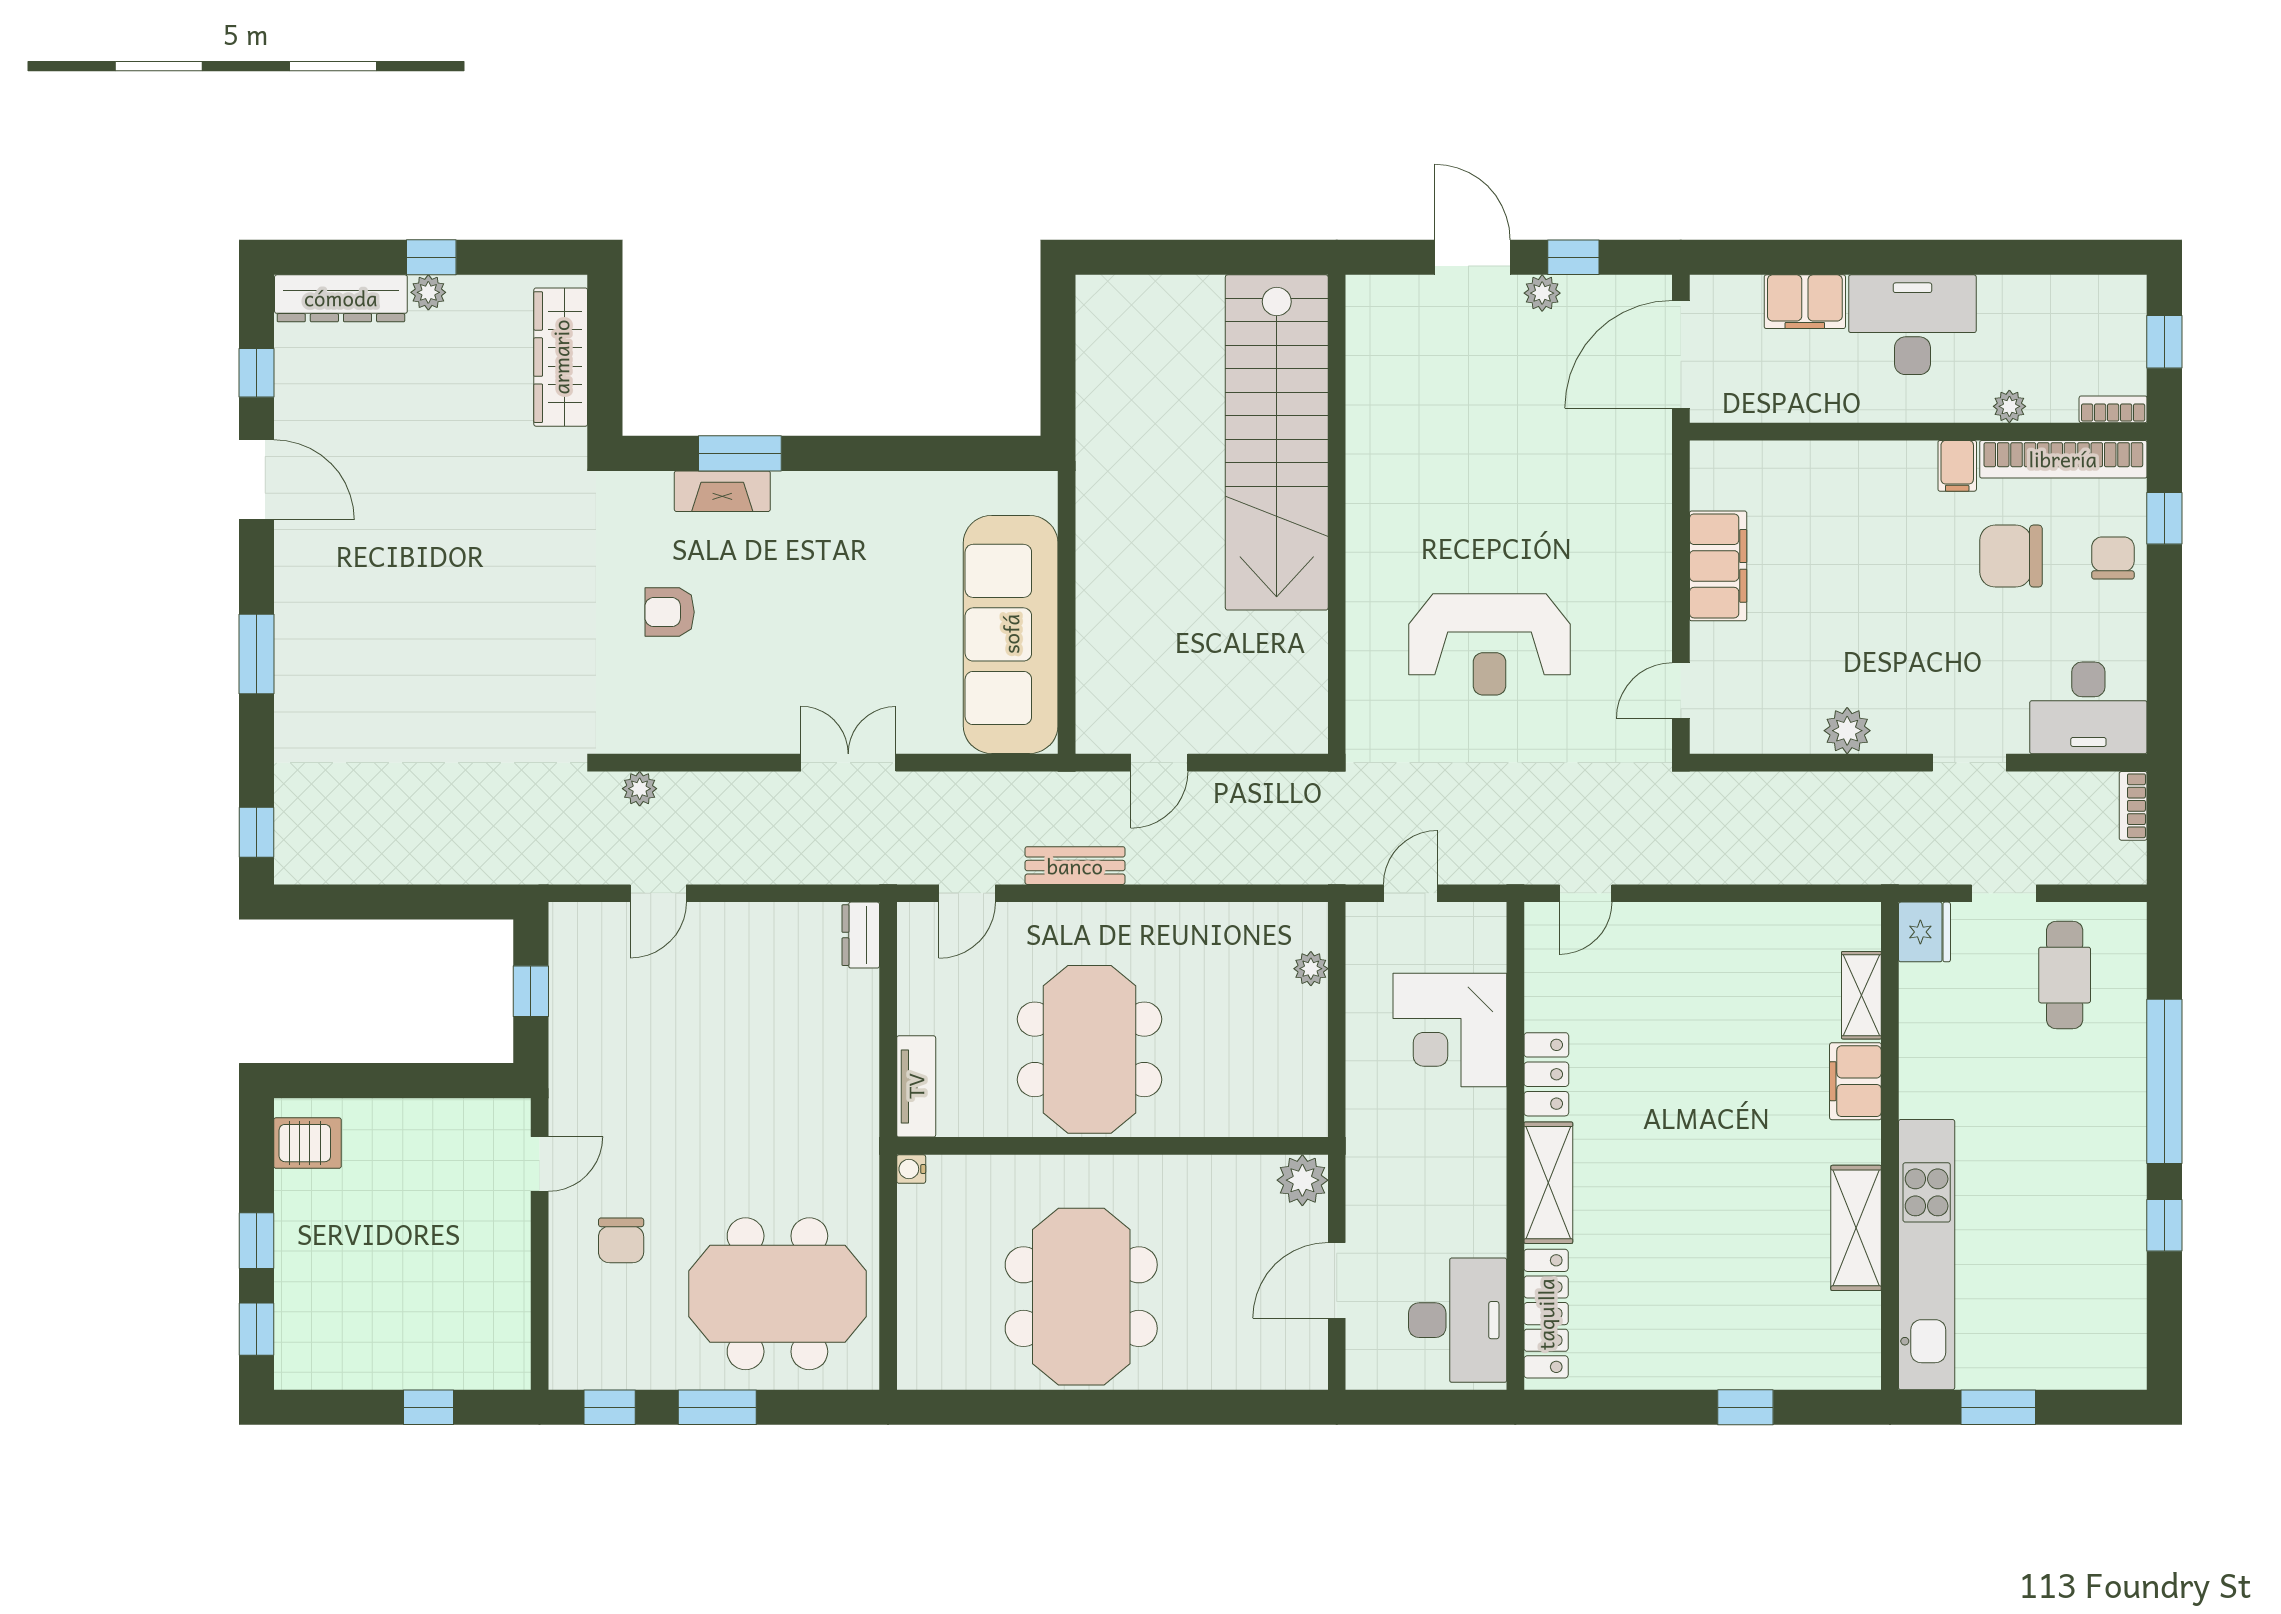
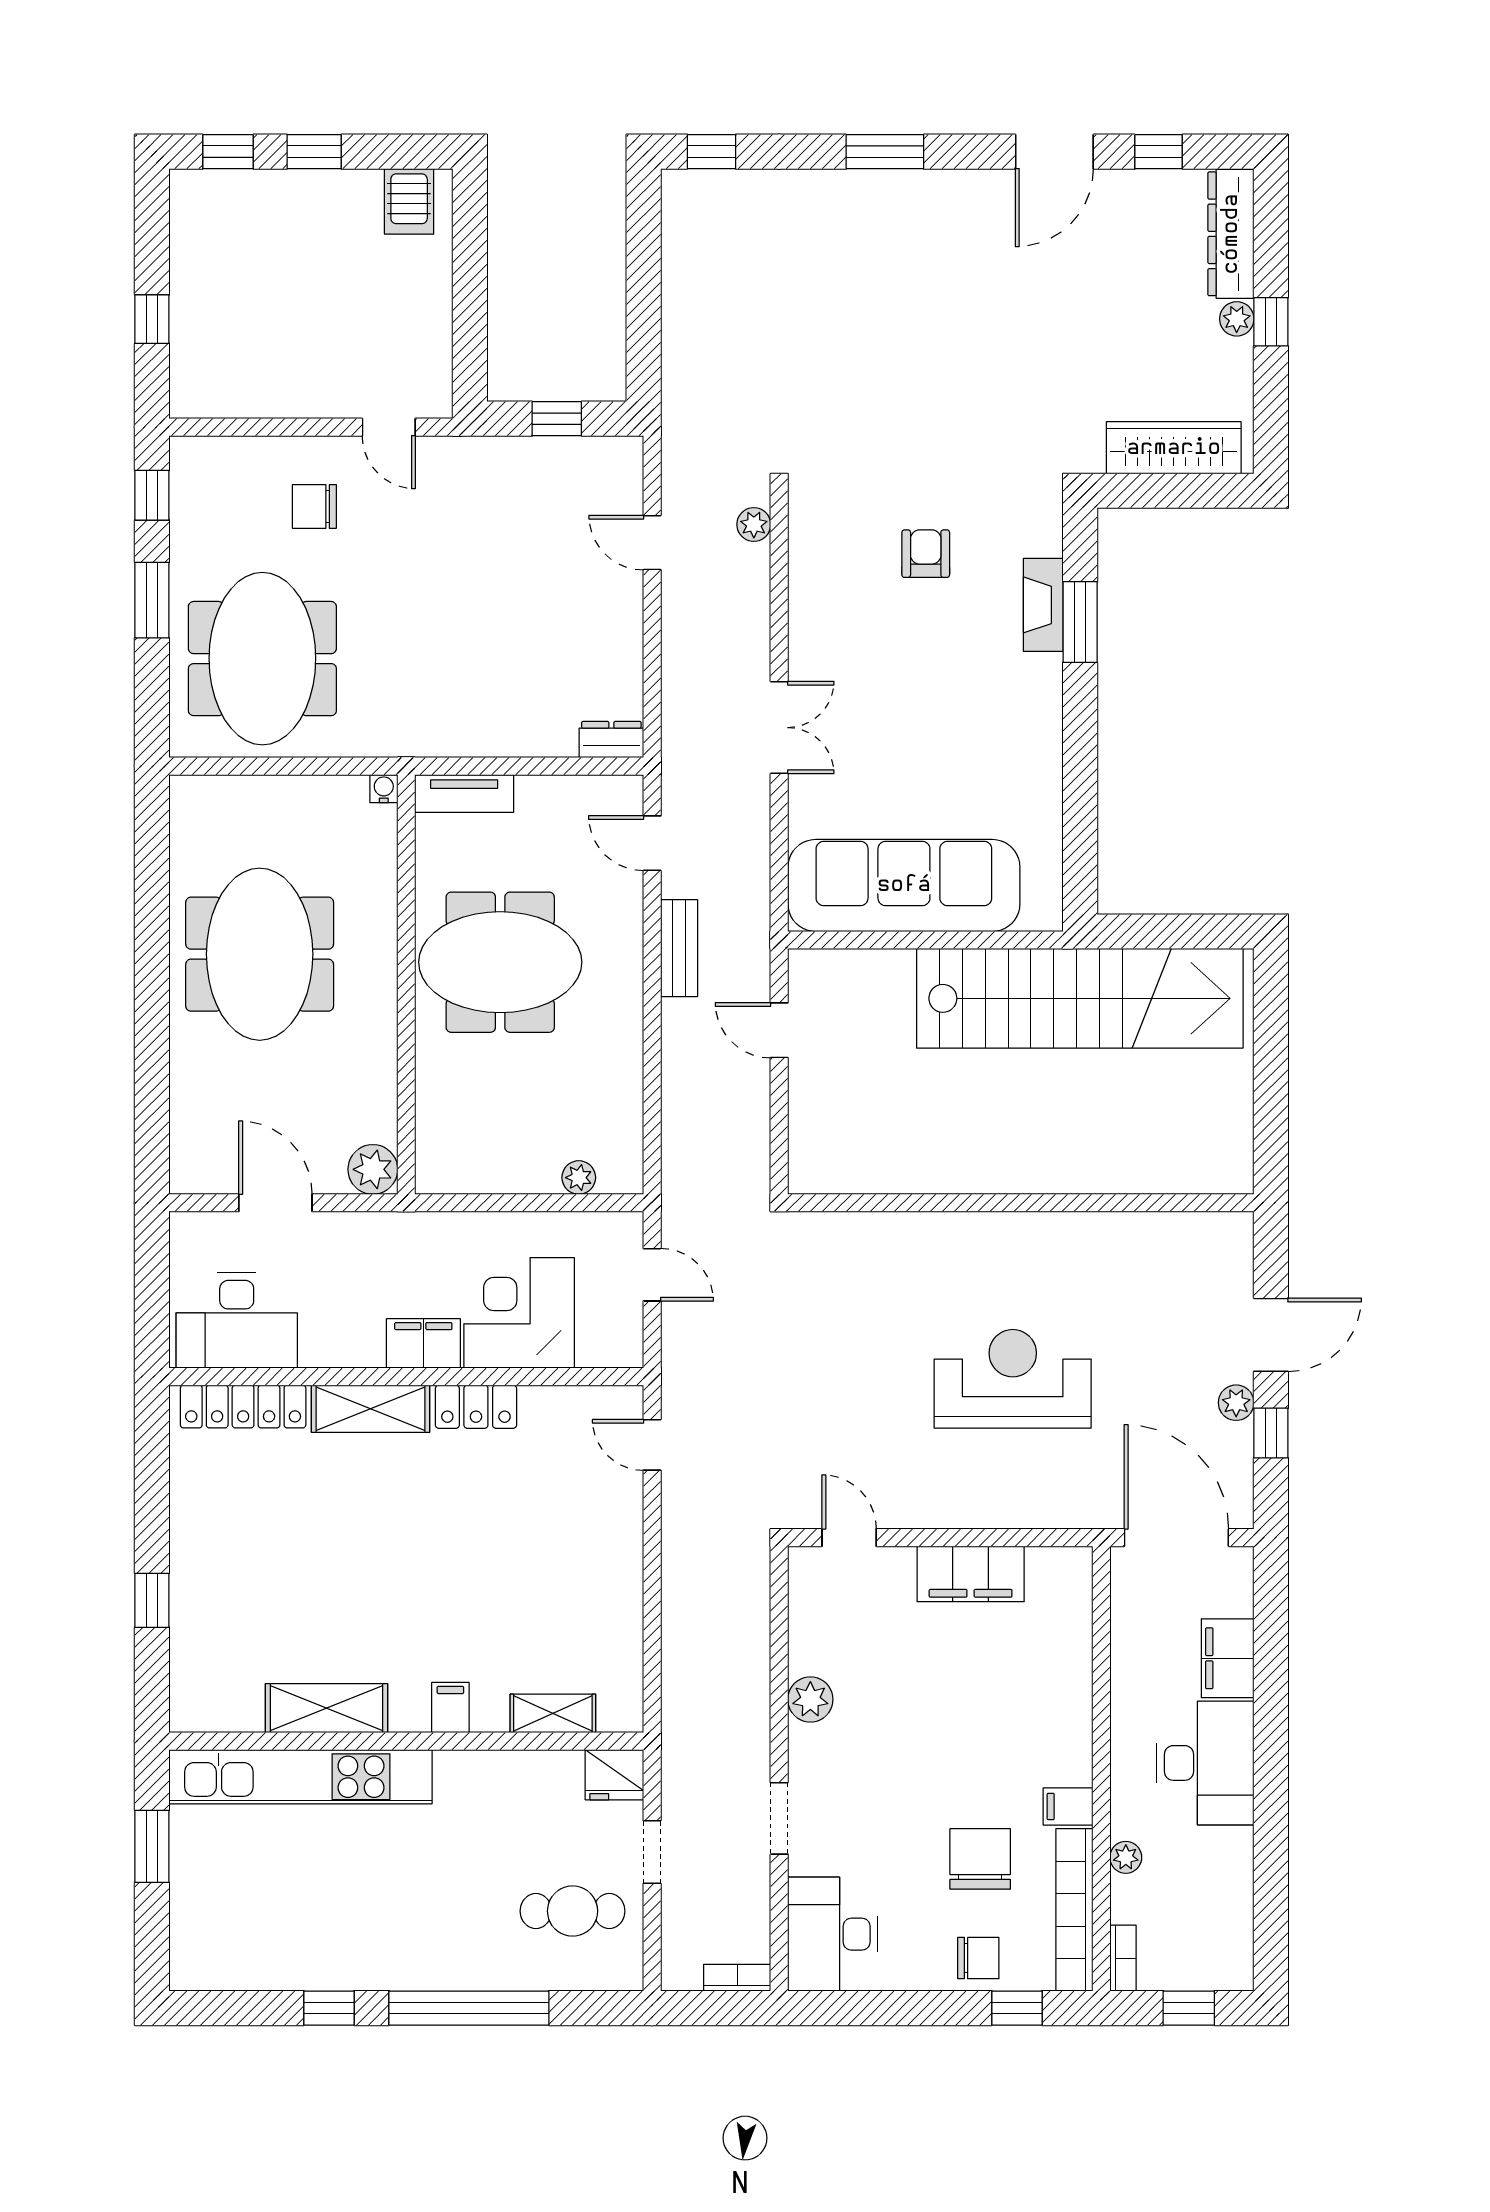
stairs: (1277, 442) -> (1080, 998), moved, turned 180
reception desk: (1489, 644) -> (1013, 1379), moved, turned 90
filing cabinet: (1855, 1081) -> (450, 1708), width x0.50
filing cabinet: (1481, 1128) -> (423, 1343), added
meeting table: (1081, 1297) -> (260, 954), turned 90

